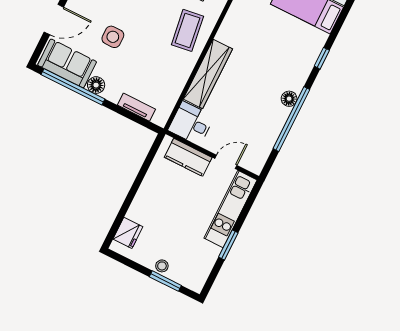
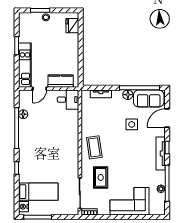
wardrobe: (208, 74) -> (72, 130), removed
floor lamp: (289, 99) -> (23, 114), moved

